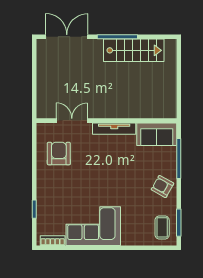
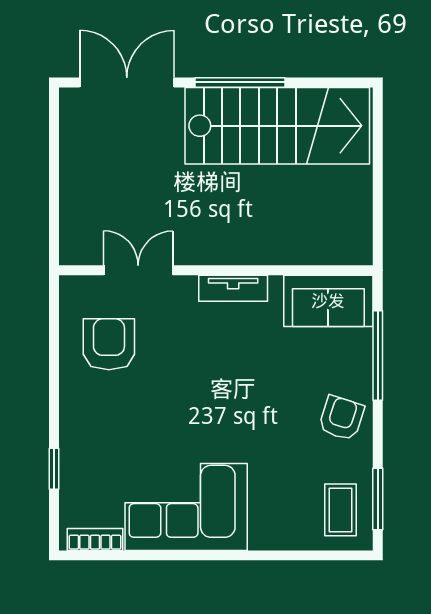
stairs: (134, 50) -> (277, 126), width x1.36, depth x1.51
tv unit: (114, 129) -> (233, 288), width x0.71
armchair: (162, 186) -> (341, 418), turned 79

